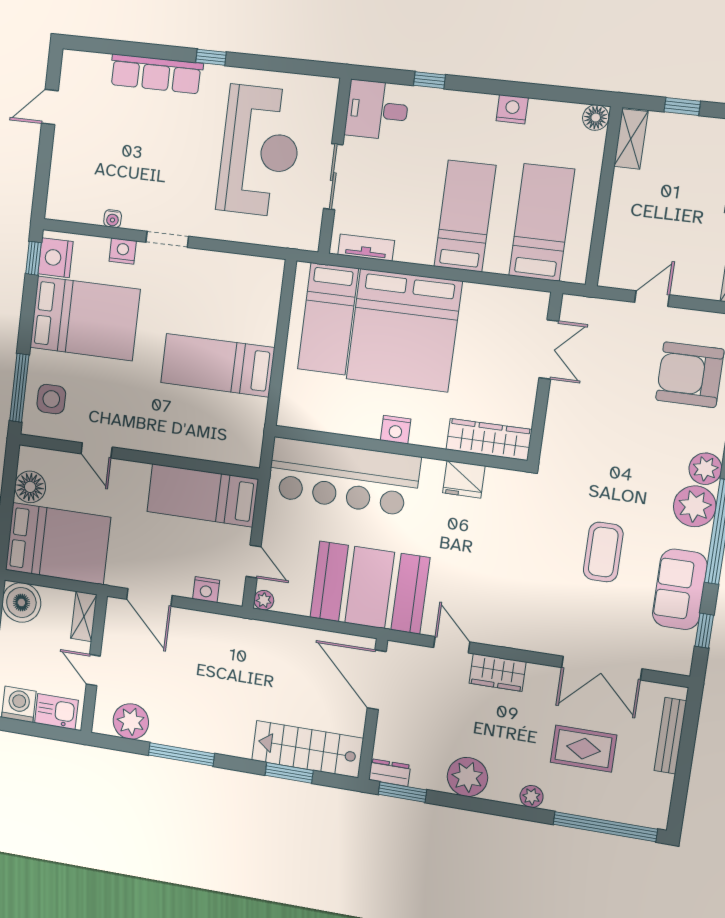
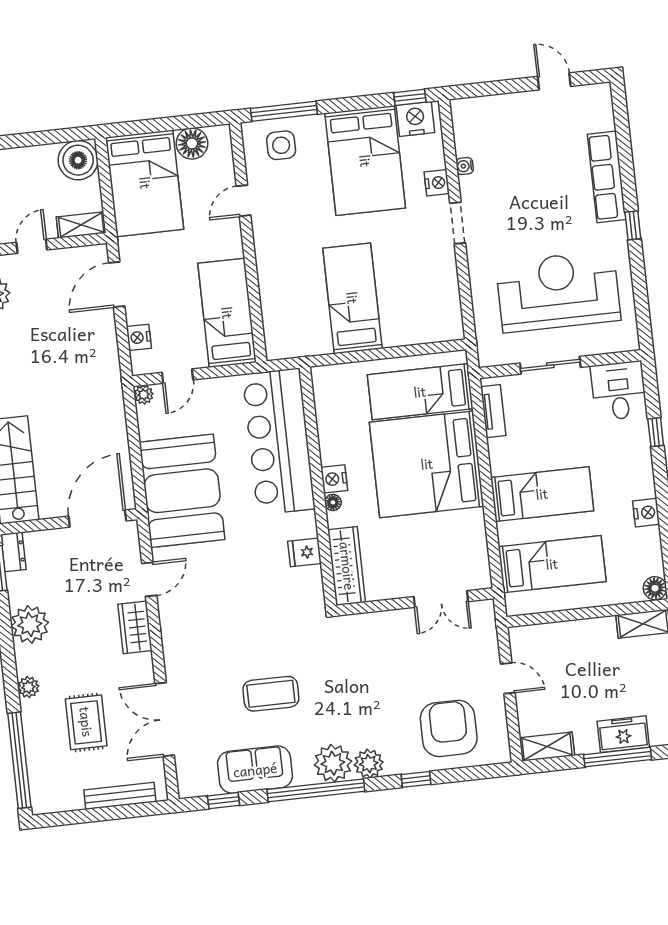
reception desk: (260, 151) -> (558, 291), turned 180
floor lamp: (419, 437) -> (333, 502), added
fridge: (464, 479) -> (305, 552), width x0.72

